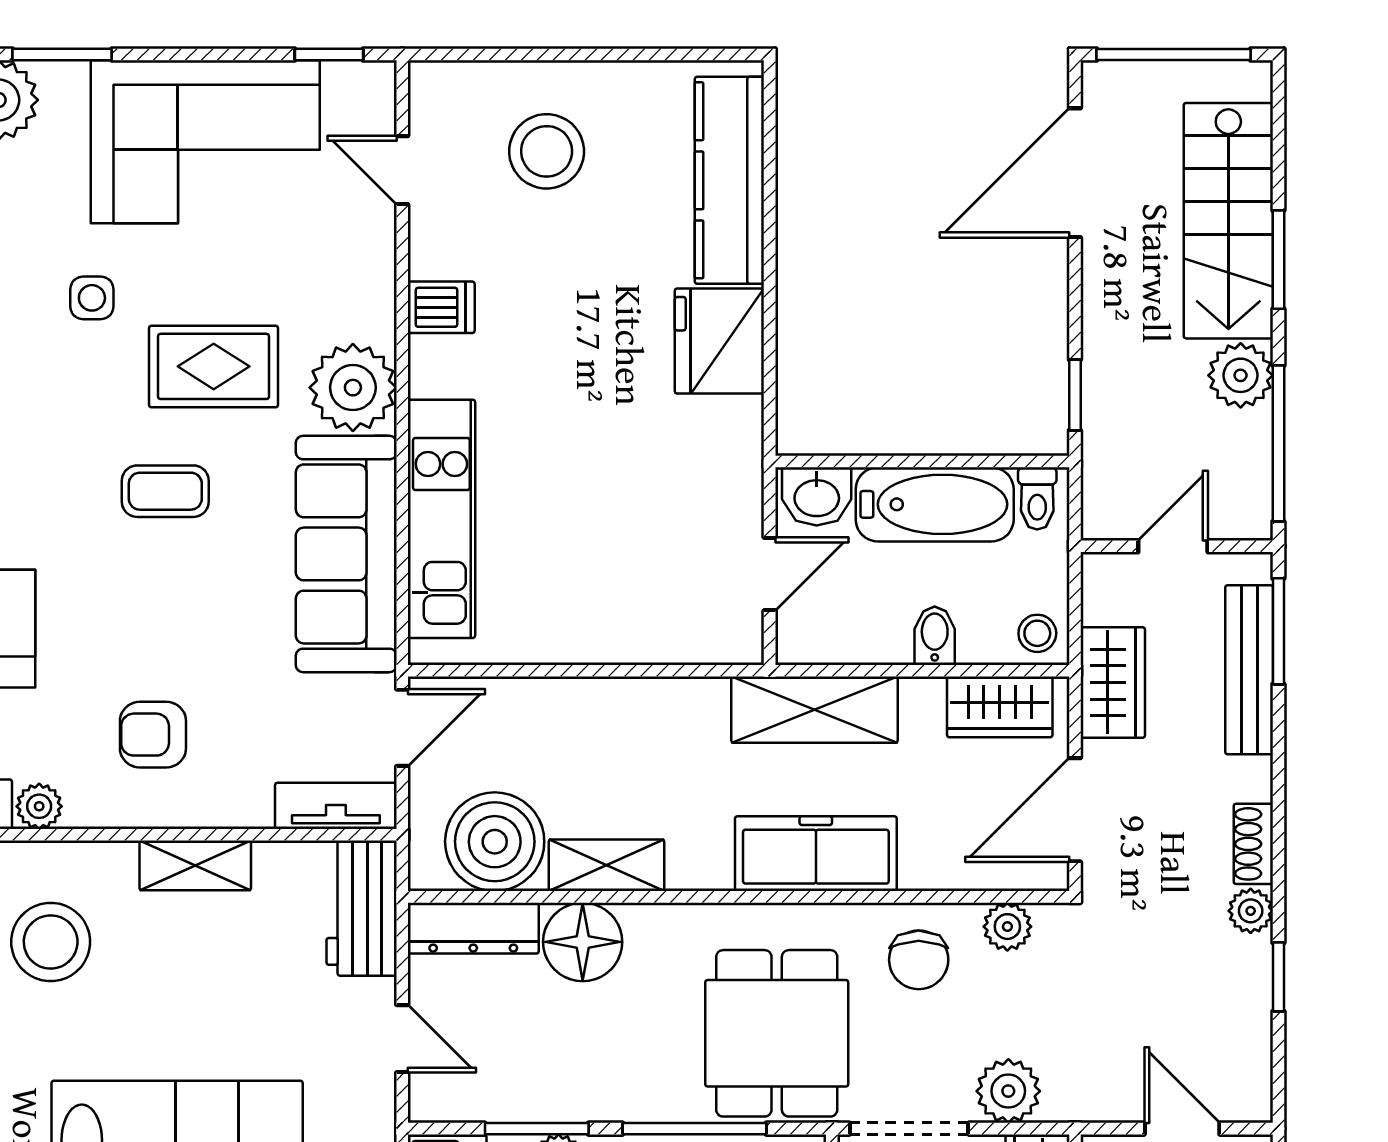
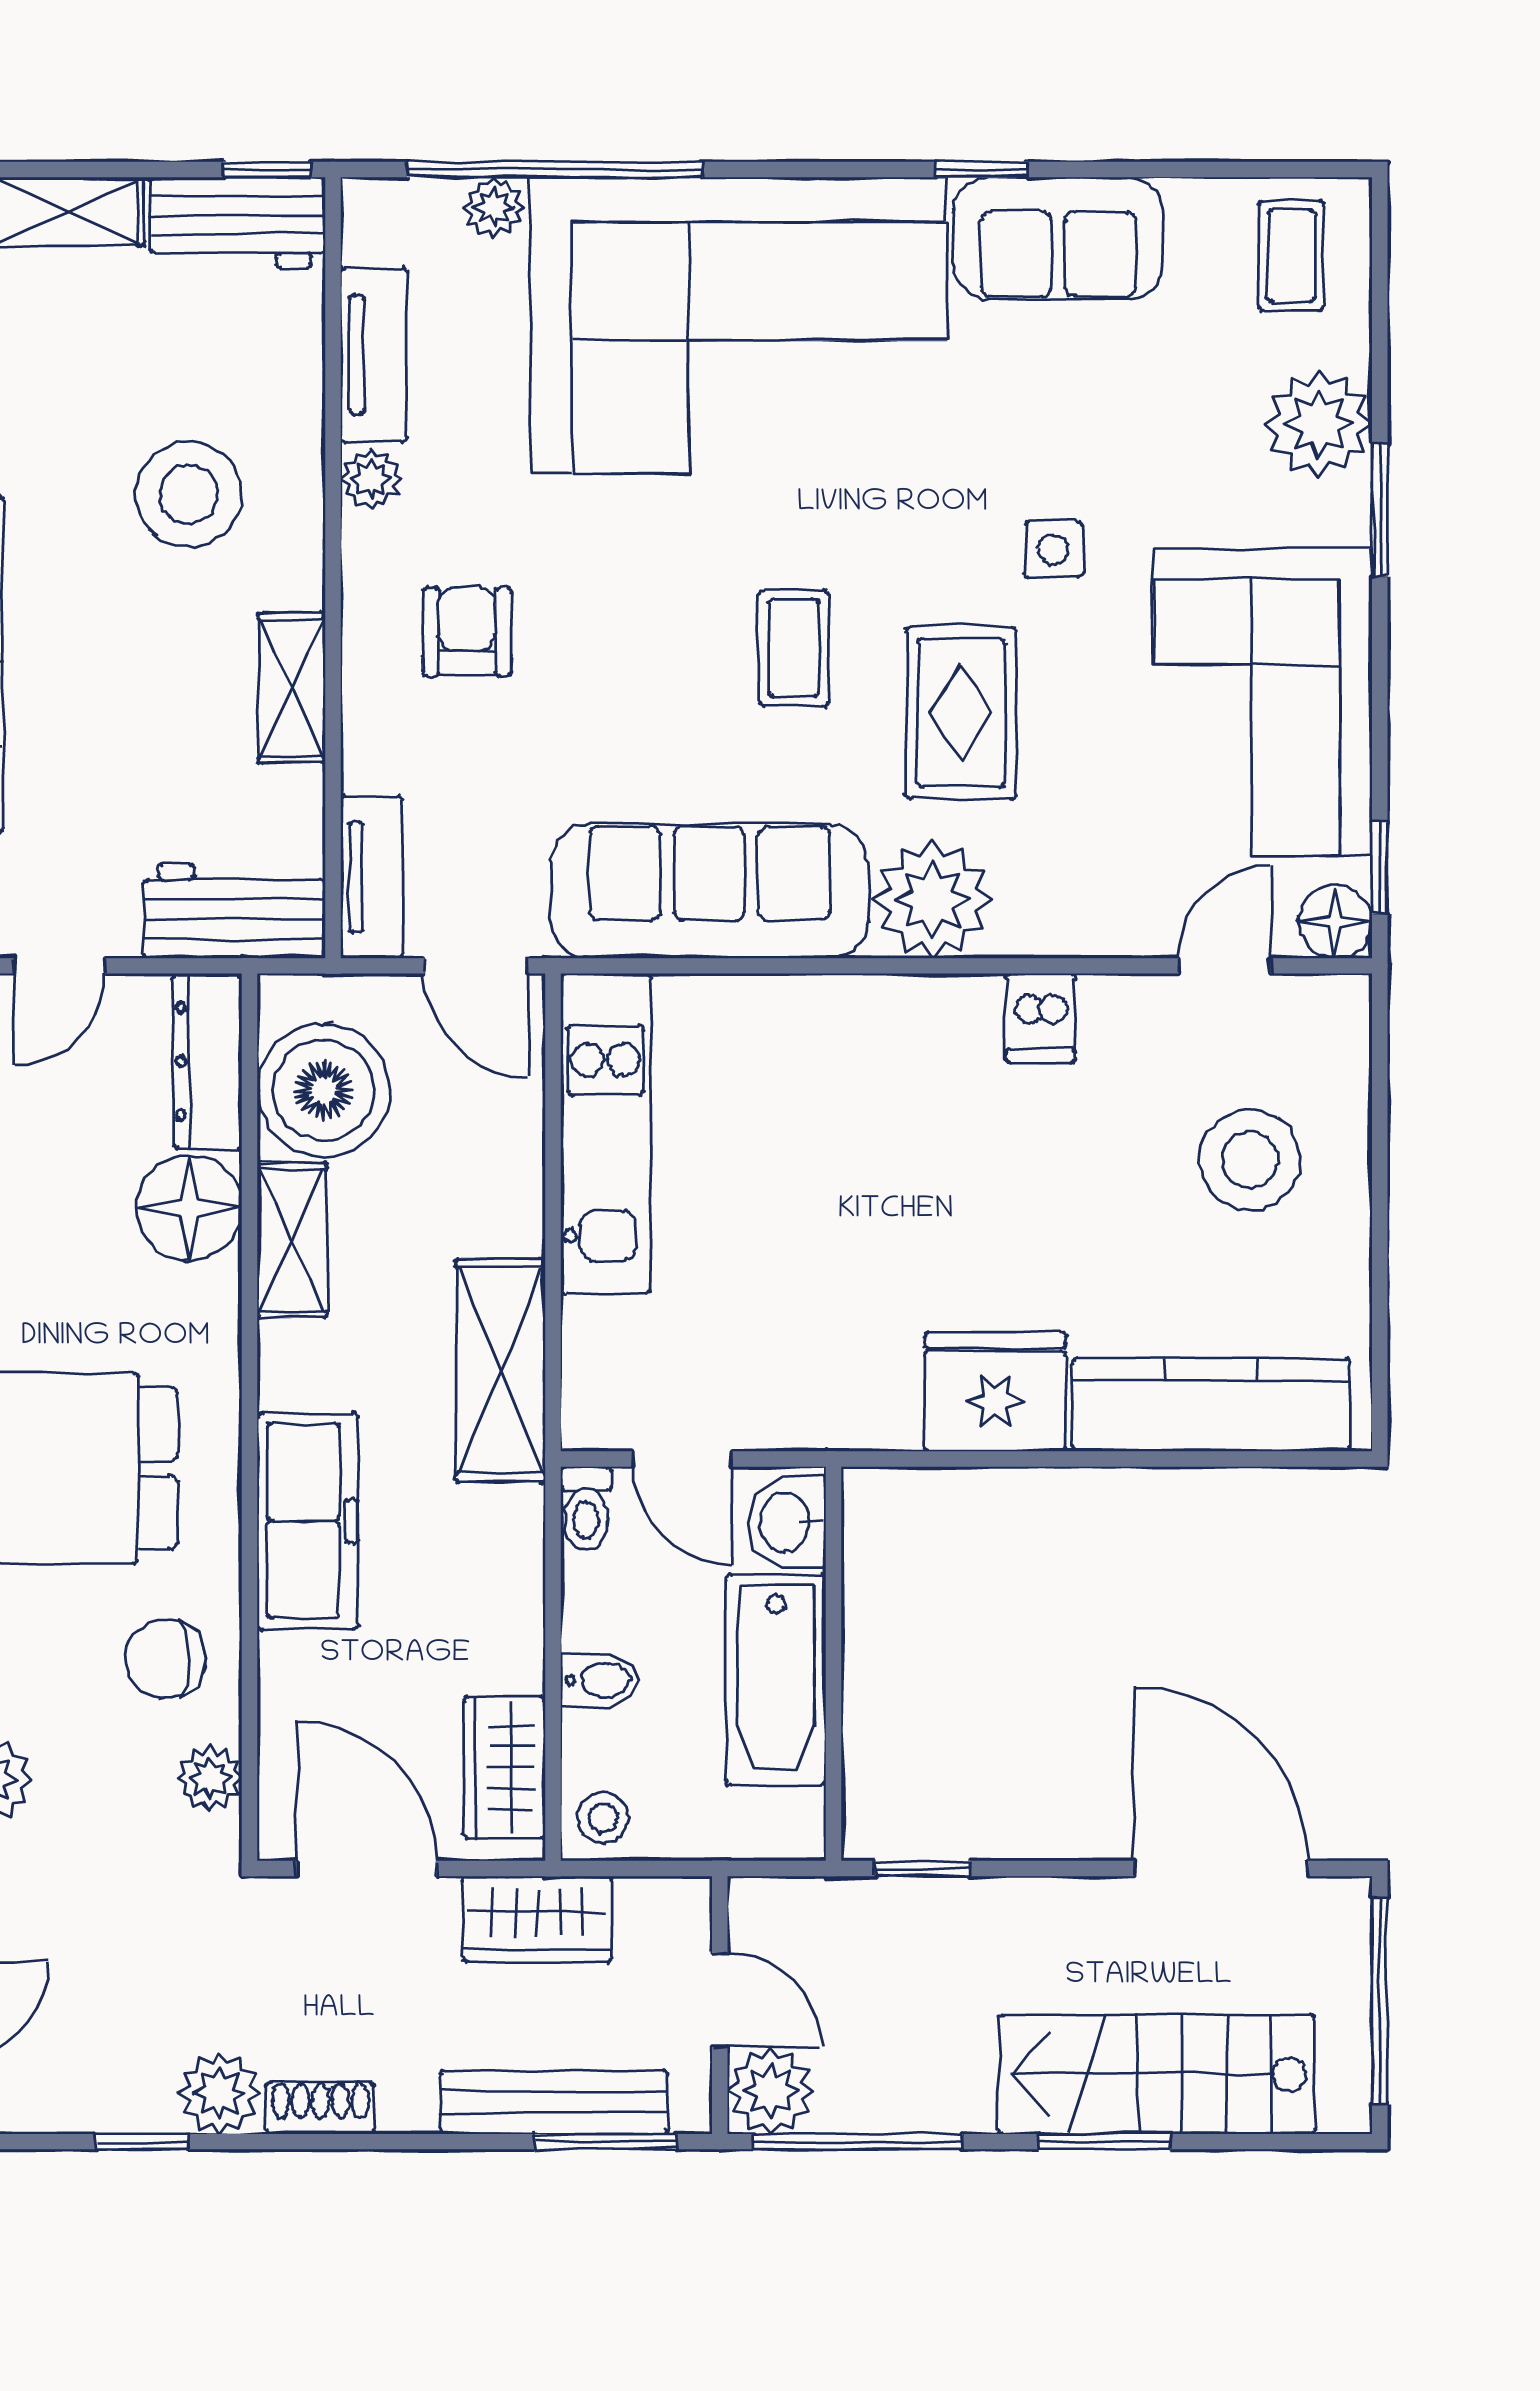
floor lamp: (369, 88) -> (1335, 922), added
plant: (1241, 375) -> (771, 2091), moved
toilet: (1037, 498) -> (586, 1508), moved, turned -90
kitchen unit: (441, 519) -> (606, 1133), moved, turned -90
shelving: (815, 710) -> (501, 1370), moved
plant: (1251, 911) -> (220, 2093), width x1.38, depth x1.38

